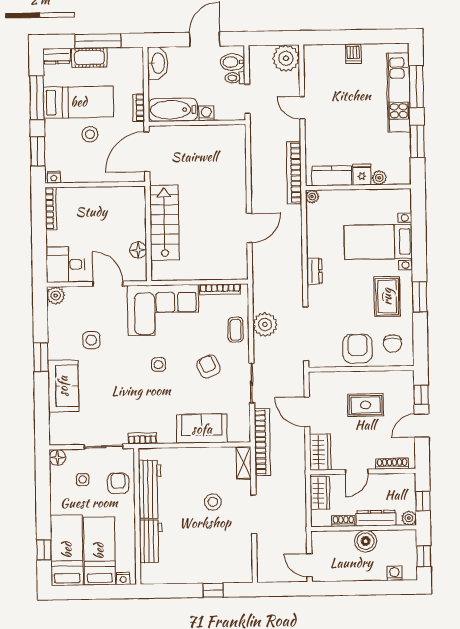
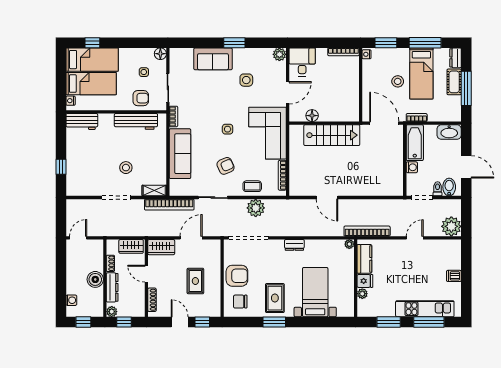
rug: (387, 297) -> (275, 298), turned 90
sofa: (202, 429) -> (180, 154), width x1.36
workbench: (151, 541) -> (82, 121), moved

